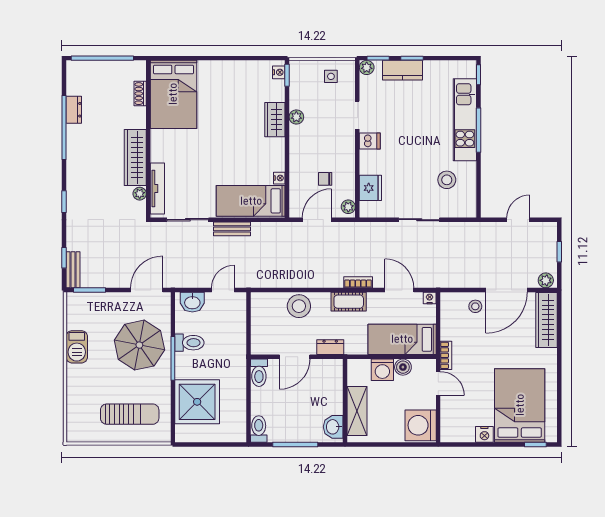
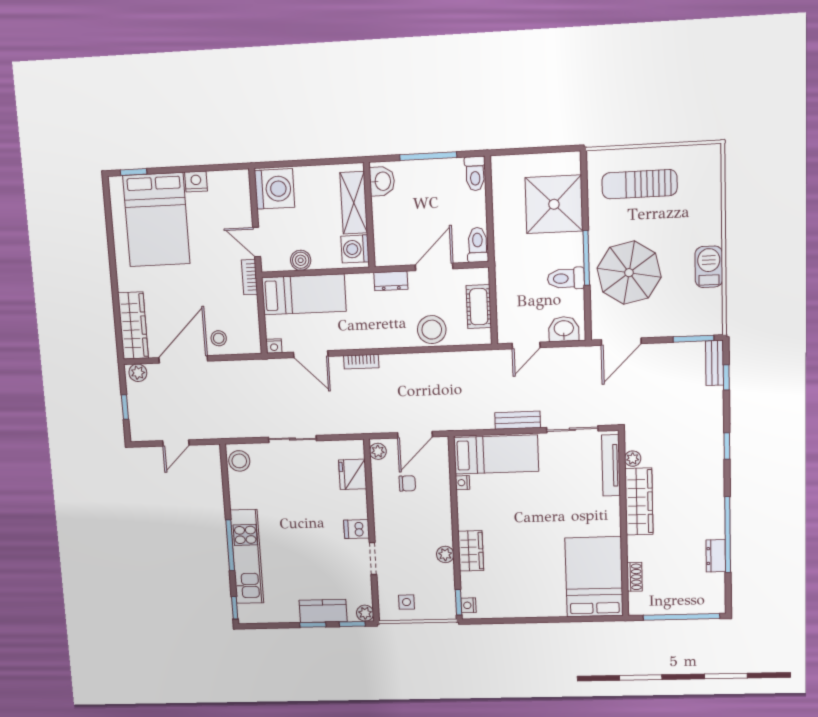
stool: (447, 180) -> (239, 461), moved
cot: (349, 302) -> (479, 307), moved, turned 90
washing machine: (382, 370) -> (355, 249), moved, turned -90

